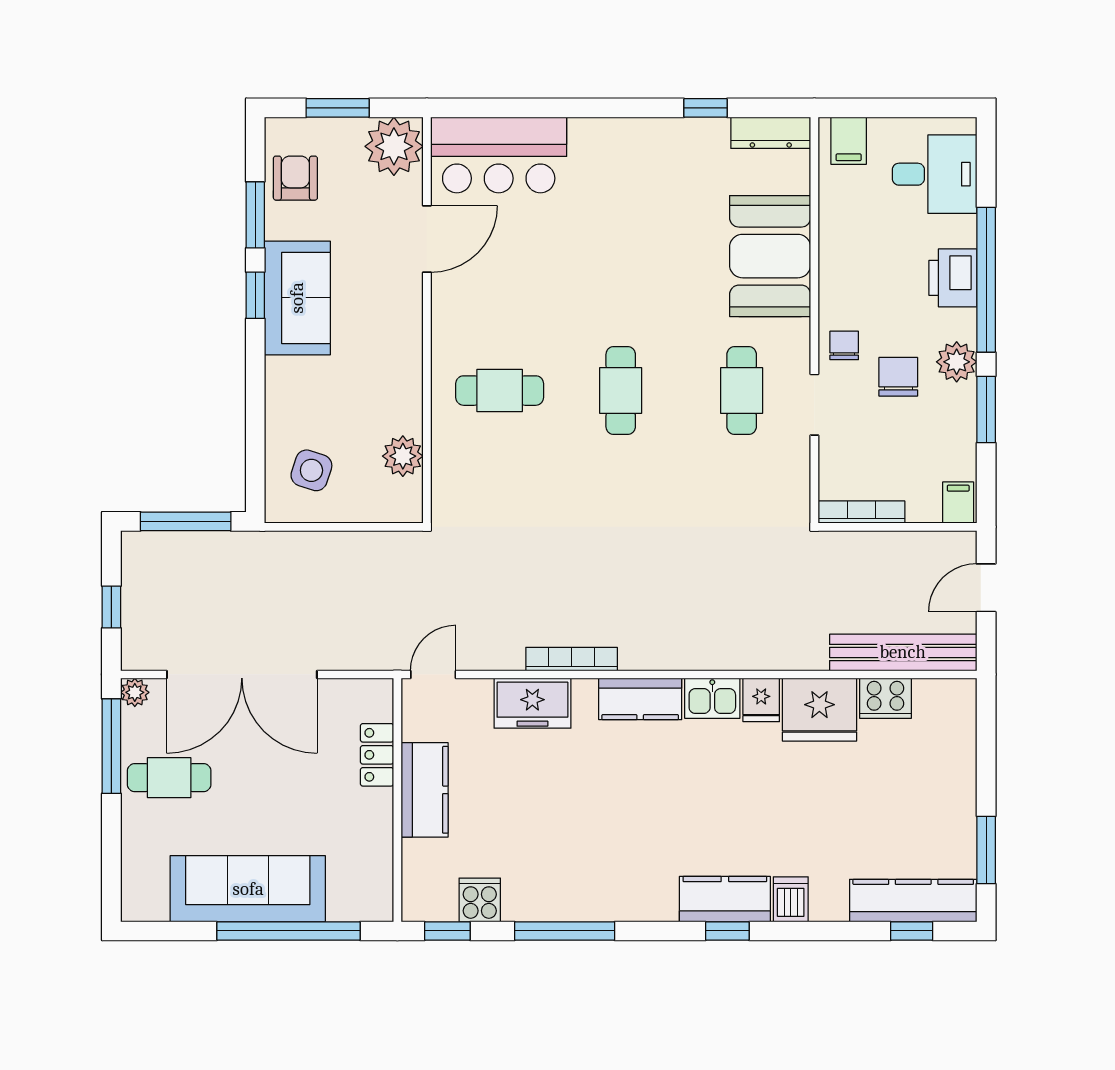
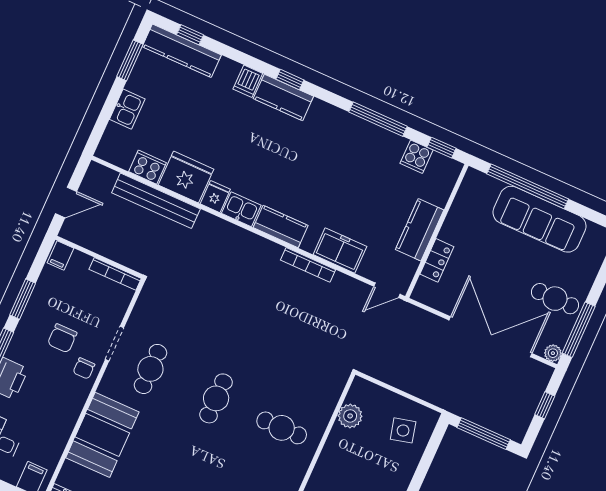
plant: (957, 362) -> (27, 332), removed
side table: (311, 470) -> (403, 430), turned -32
bench: (903, 652) -> (156, 201), moved
kitchen sink: (956, 773) -> (127, 109), added

